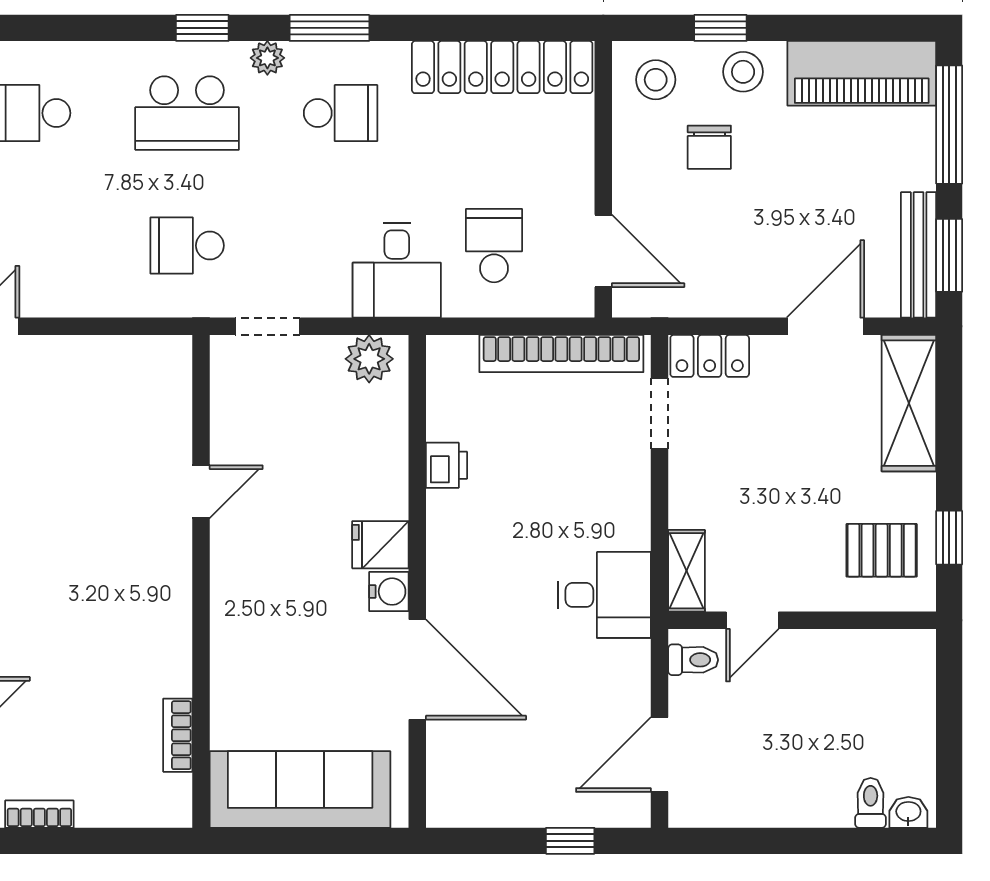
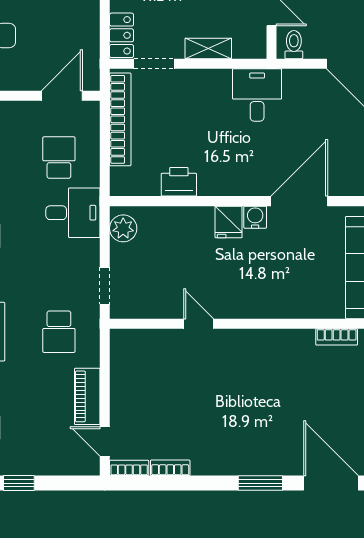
school desk: (494, 246) -> (59, 158), turned 90
piano: (73, 295) -> (87, 396), added
printer: (446, 465) -> (179, 182), width x1.36, depth x1.24
shelving: (686, 571) -> (208, 48), moved

